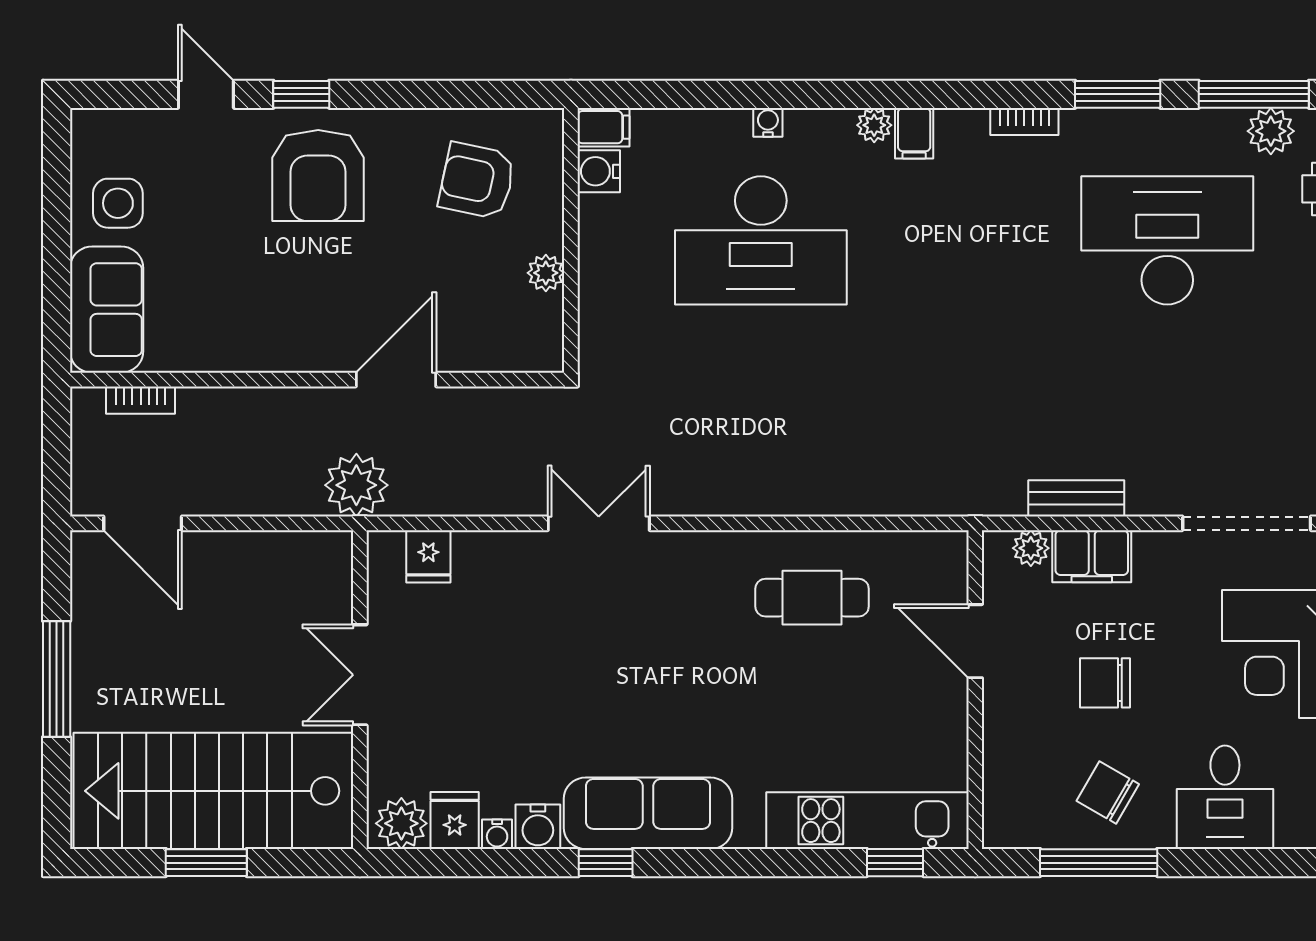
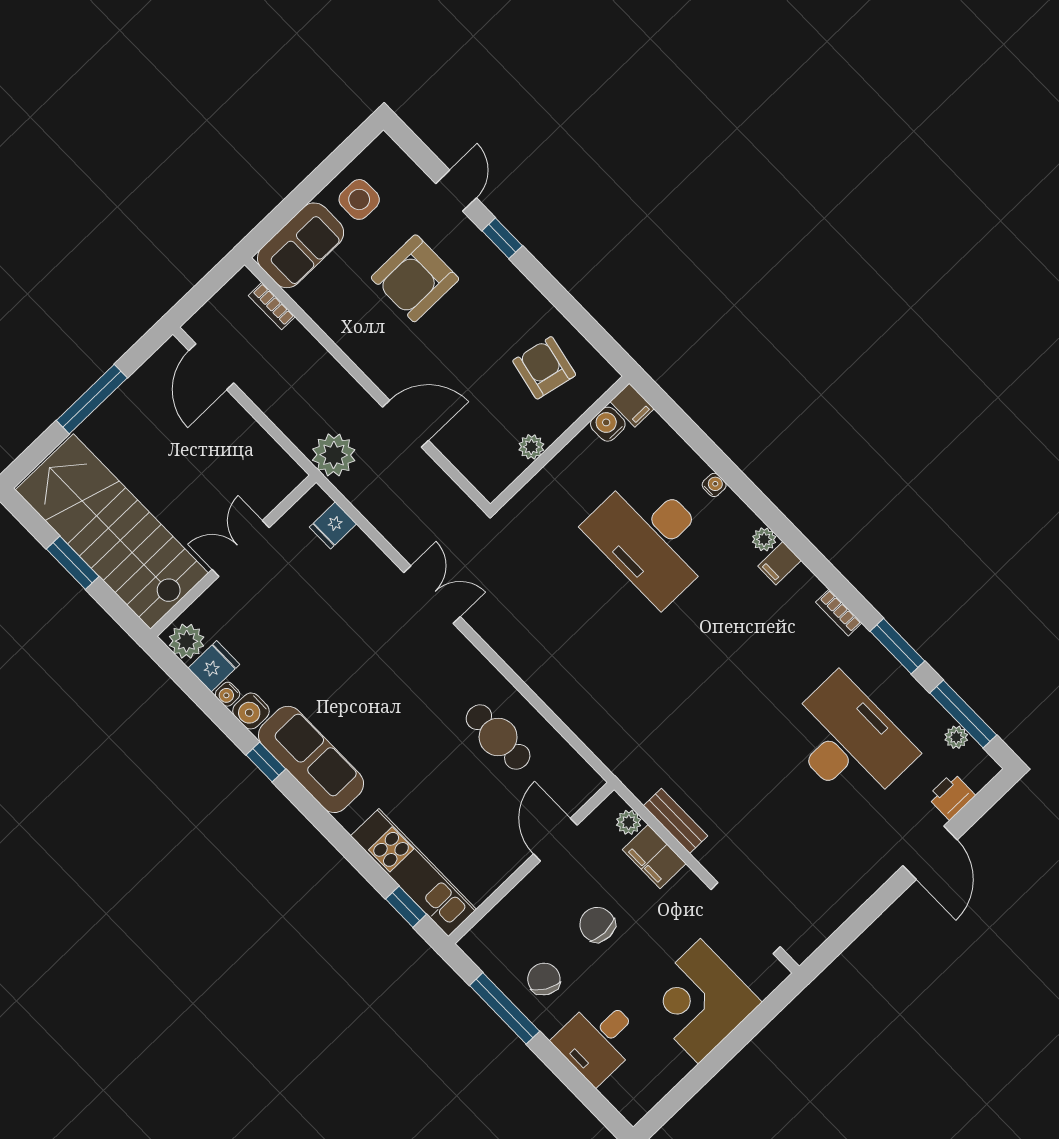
plant: (1271, 131) -> (956, 737), width x0.73, depth x0.73
armchair: (318, 176) -> (415, 278), moved

